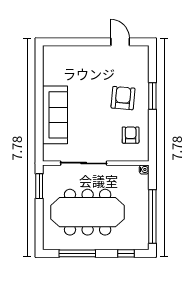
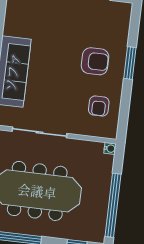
armchair: (123, 98) -> (95, 61), turned 85
armchair: (131, 135) -> (99, 106), turned 180

